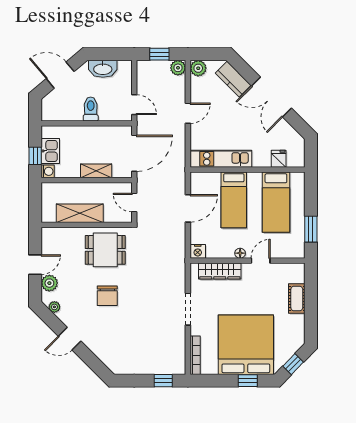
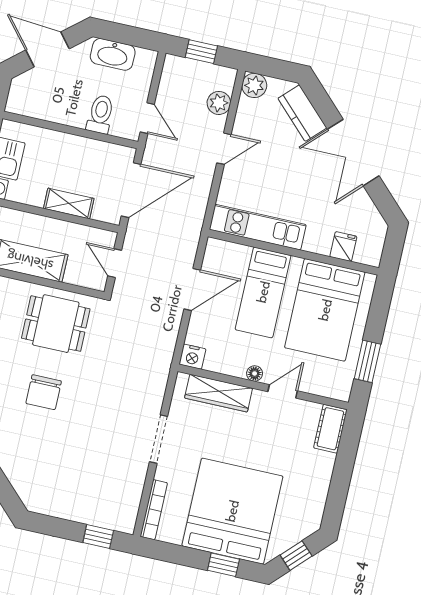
plant: (178, 68) -> (219, 103), moved
toilet: (91, 109) -> (100, 114), moved
bed: (276, 202) -> (325, 310), width x1.50
cot: (297, 298) -> (330, 429), moved

